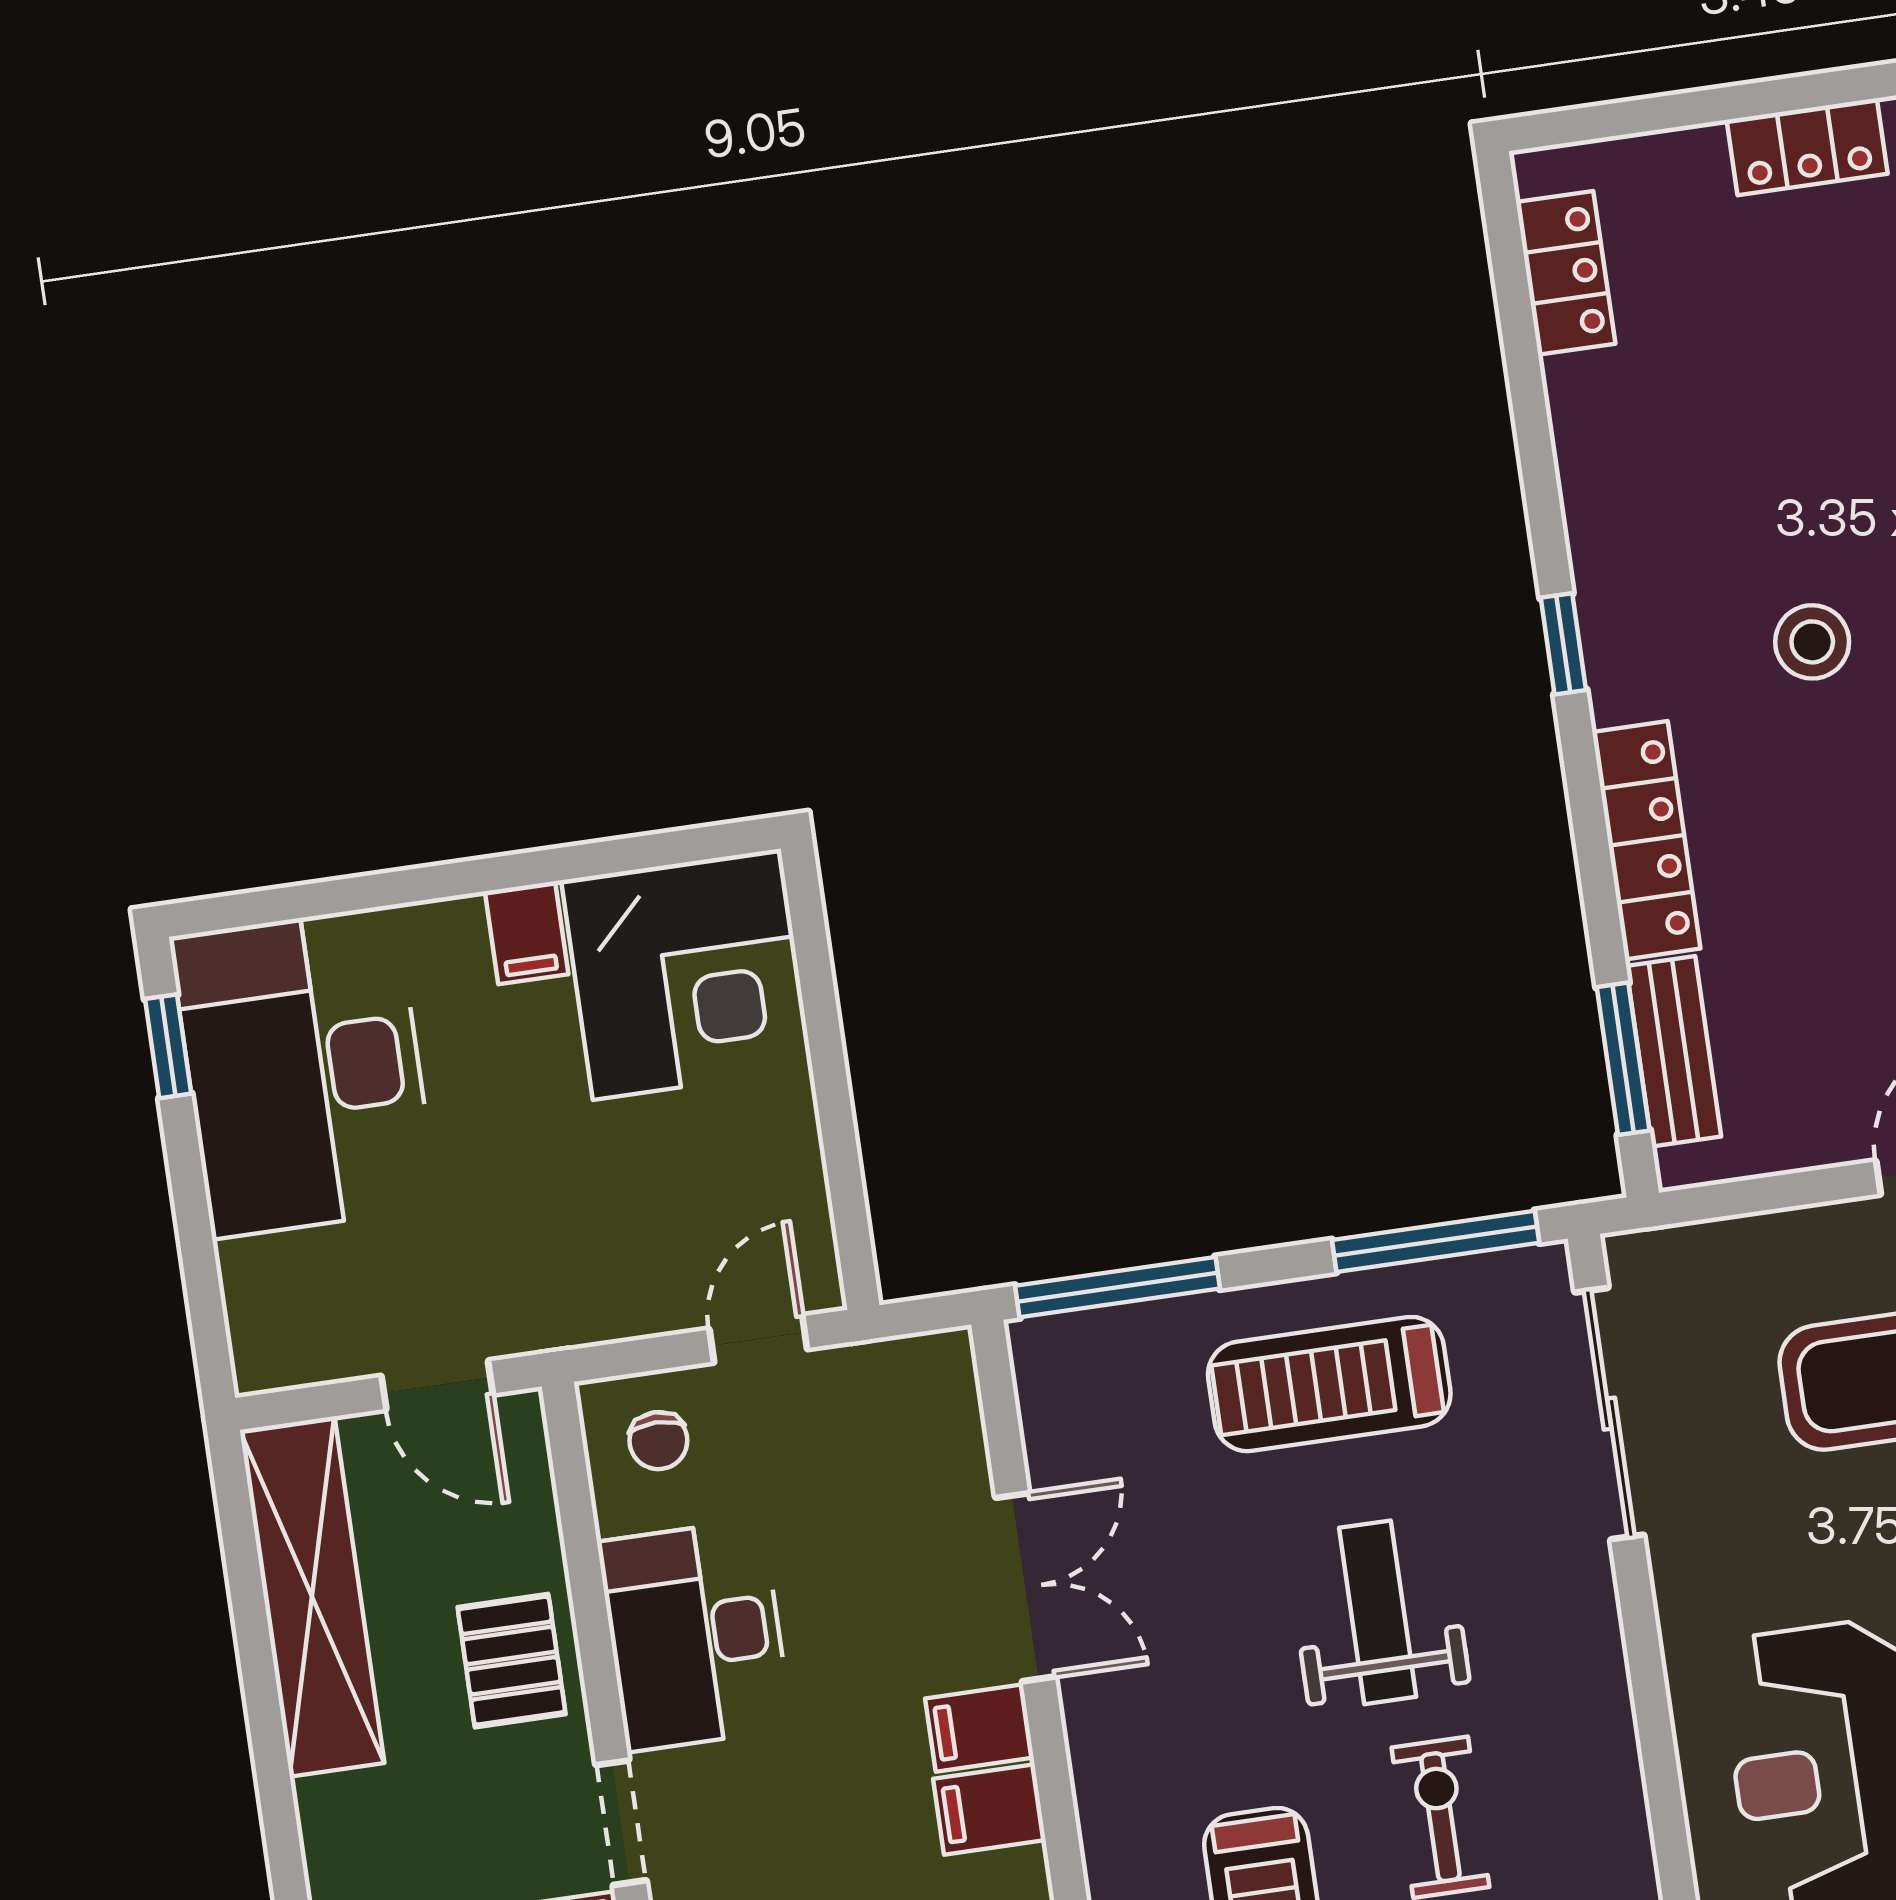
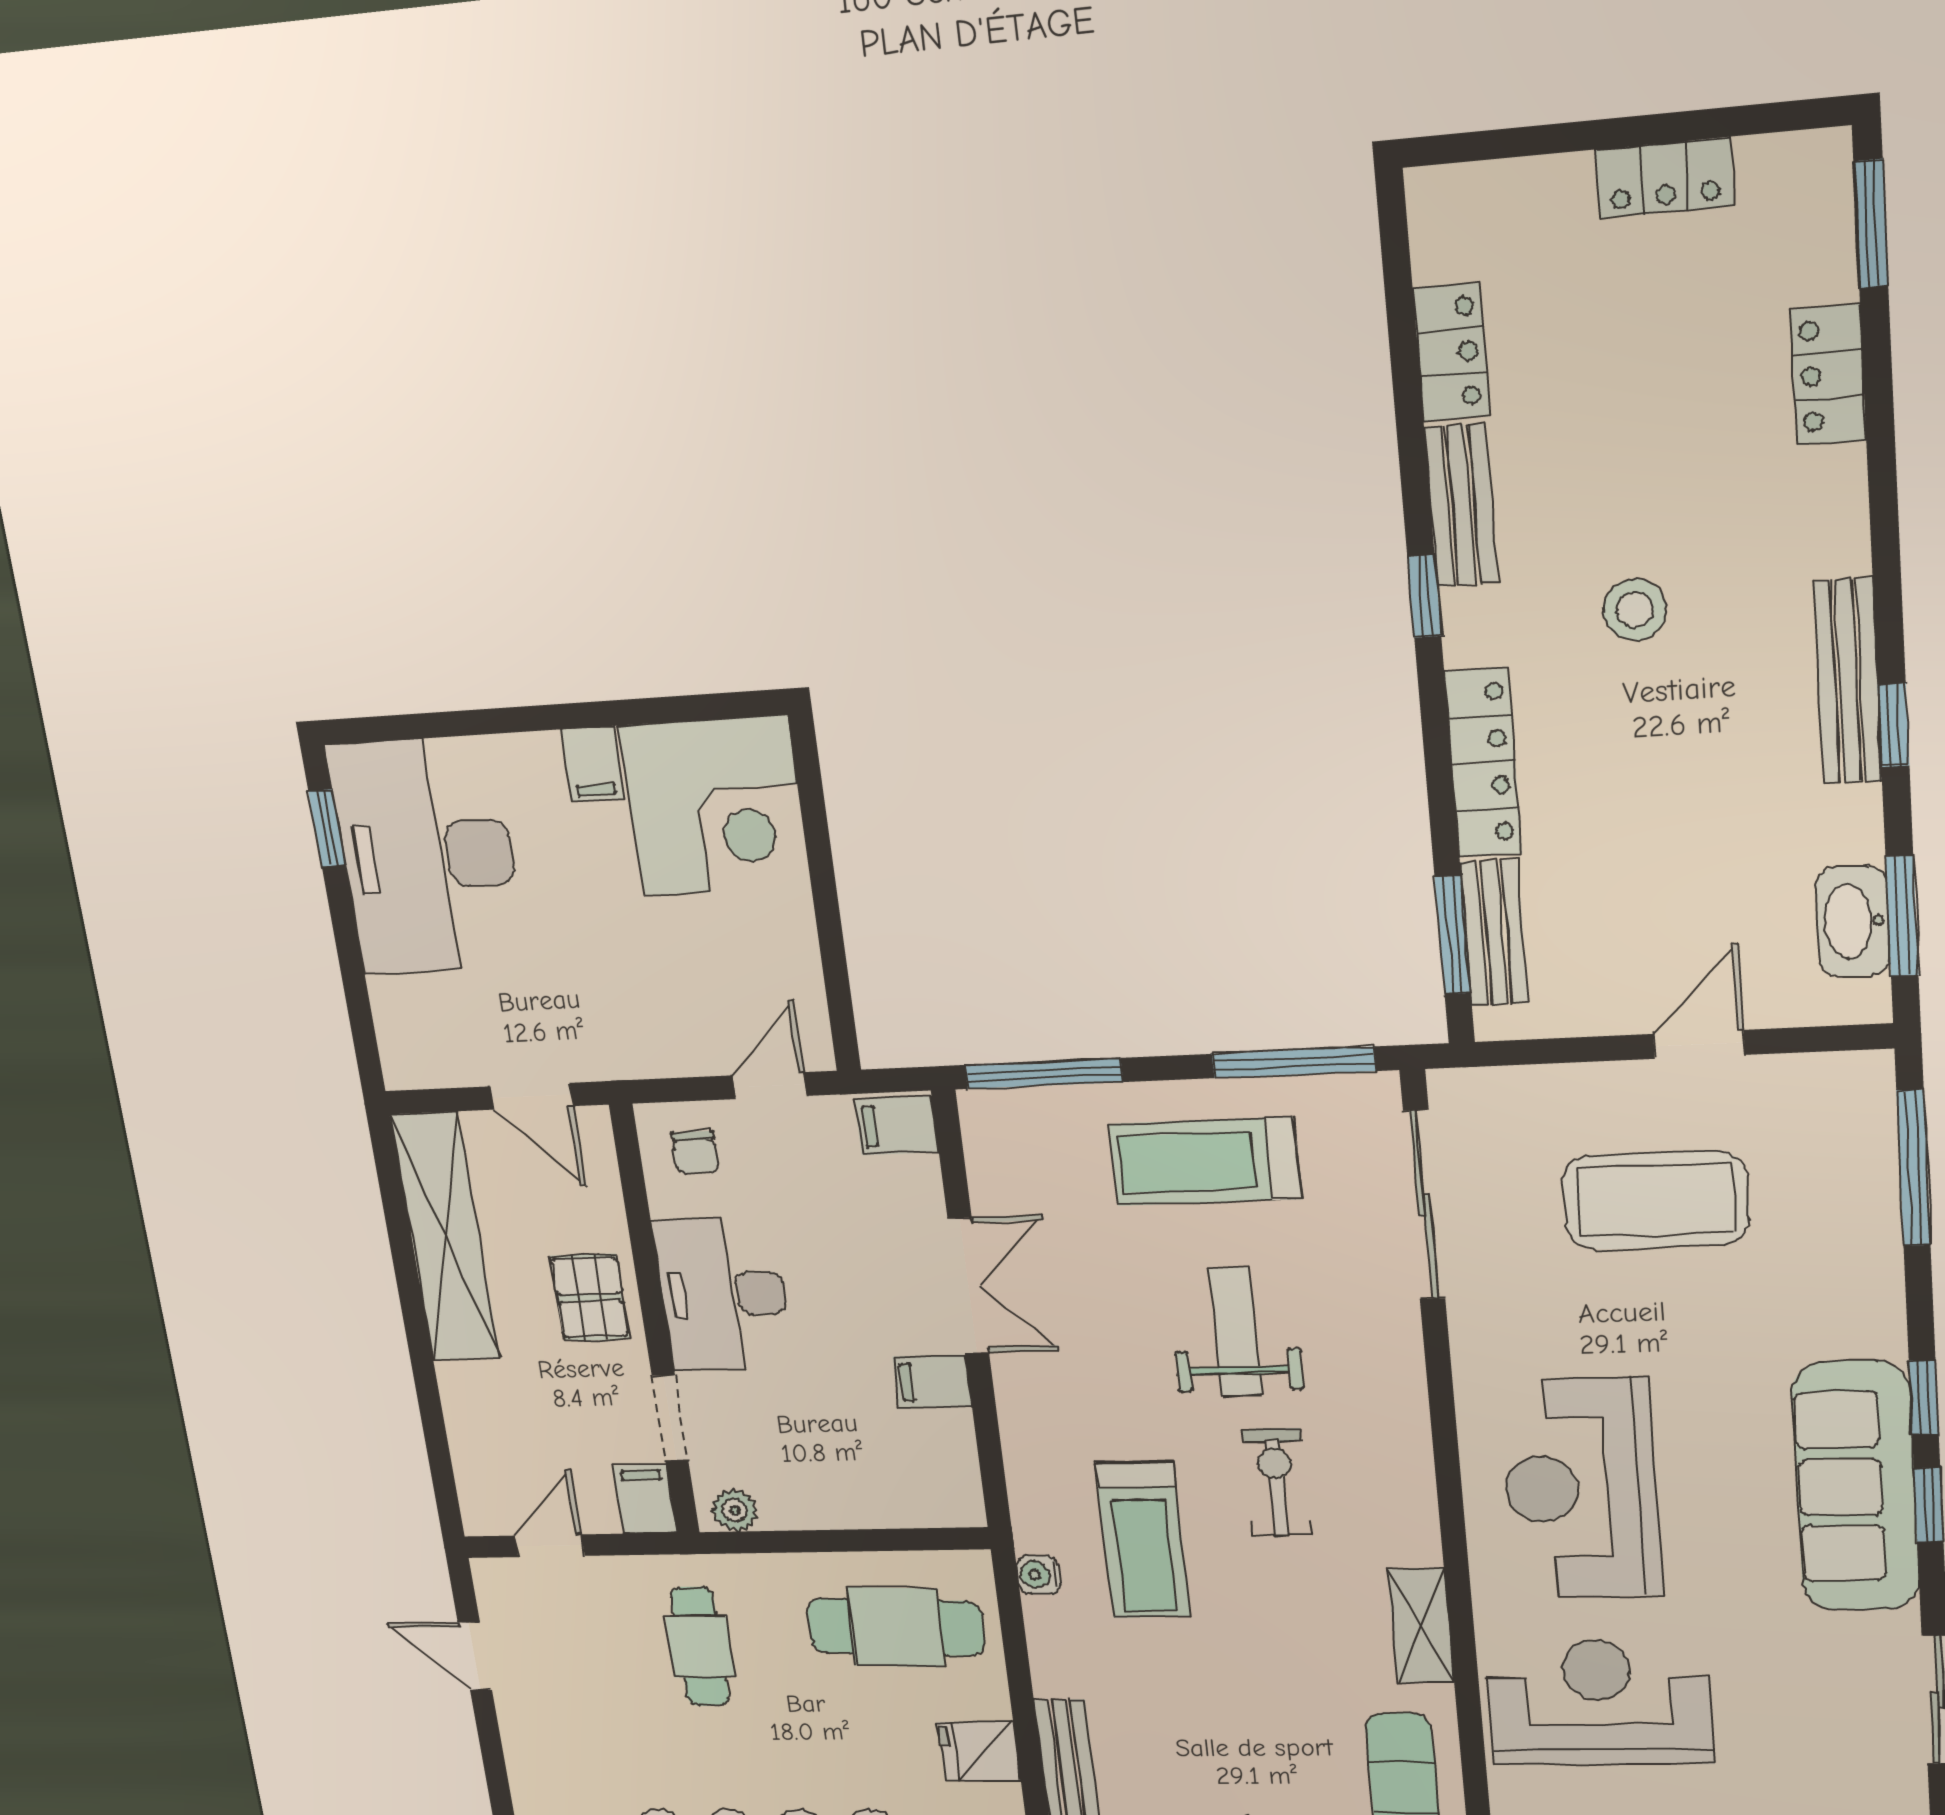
locker: (1566, 273) -> (1451, 352), moved
bench: (1600, 533) -> (1461, 505), added
filing cabinet: (989, 1809) -> (897, 1125), moved

